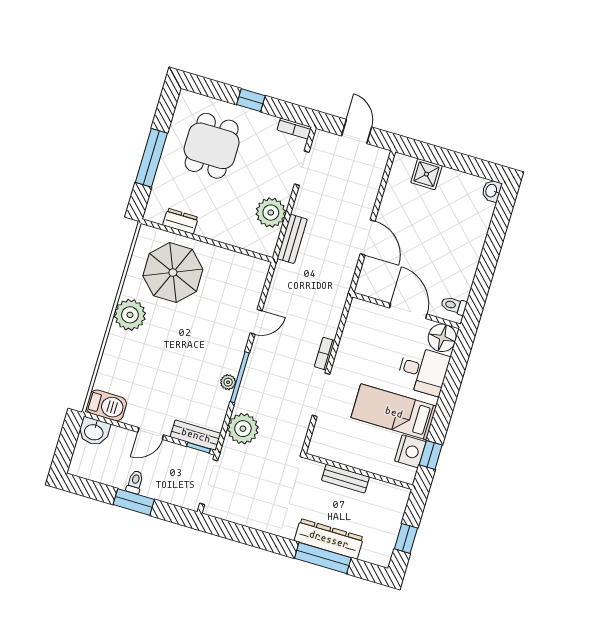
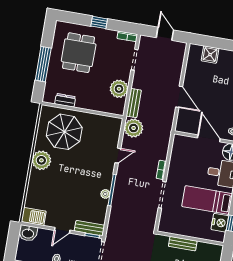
plant: (243, 429) -> (134, 128), moved

